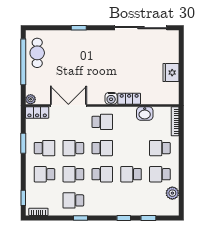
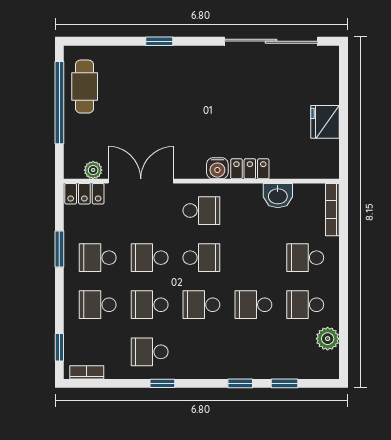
plant: (31, 99) -> (93, 170), moved
school desk: (44, 148) -> (98, 258), turned 180
school desk: (102, 174) -> (201, 305), turned 180

